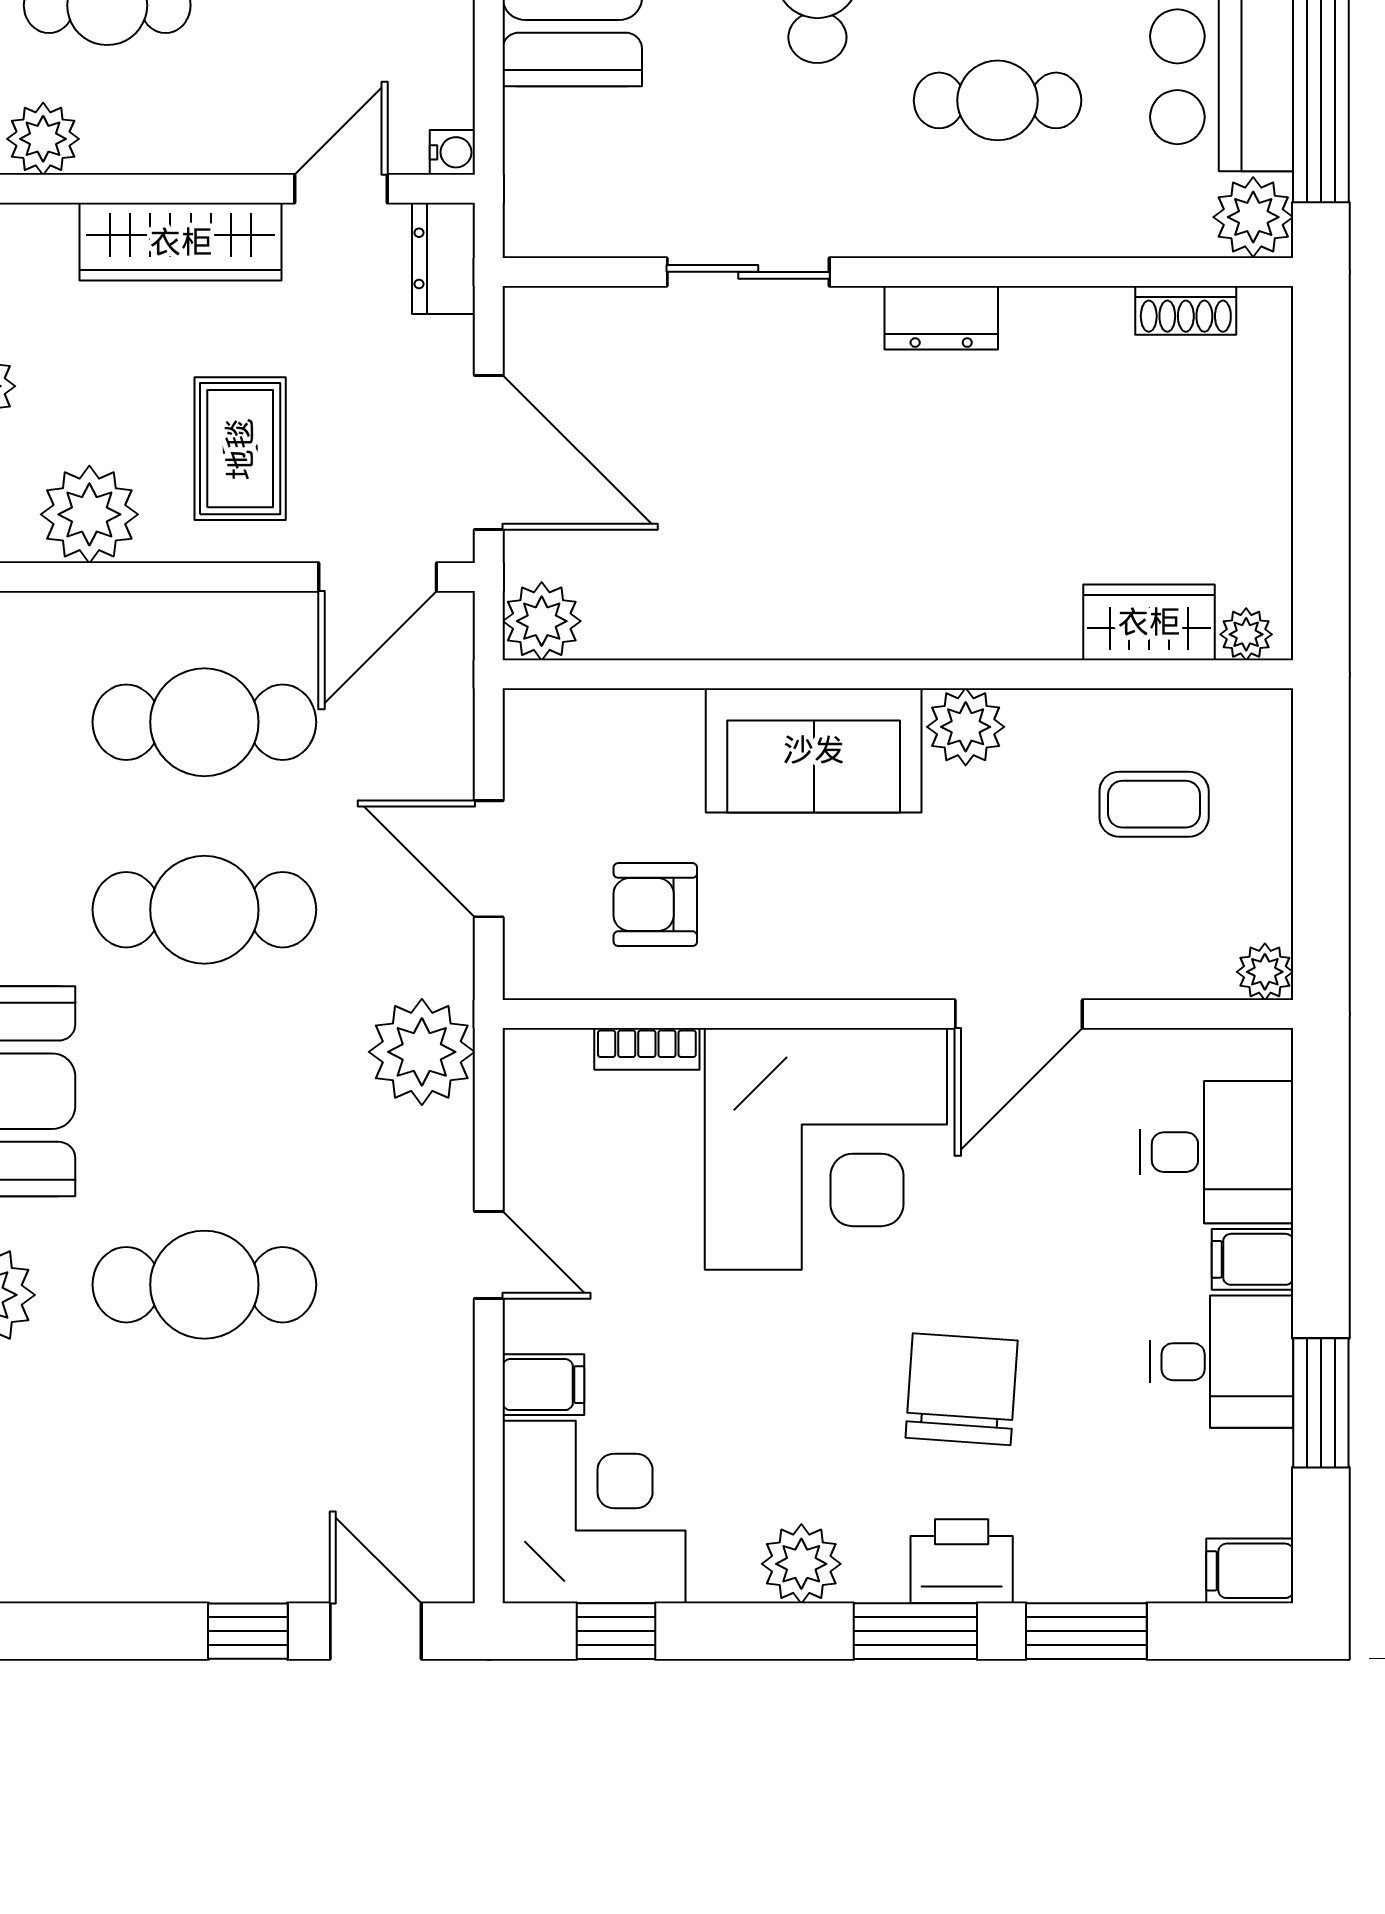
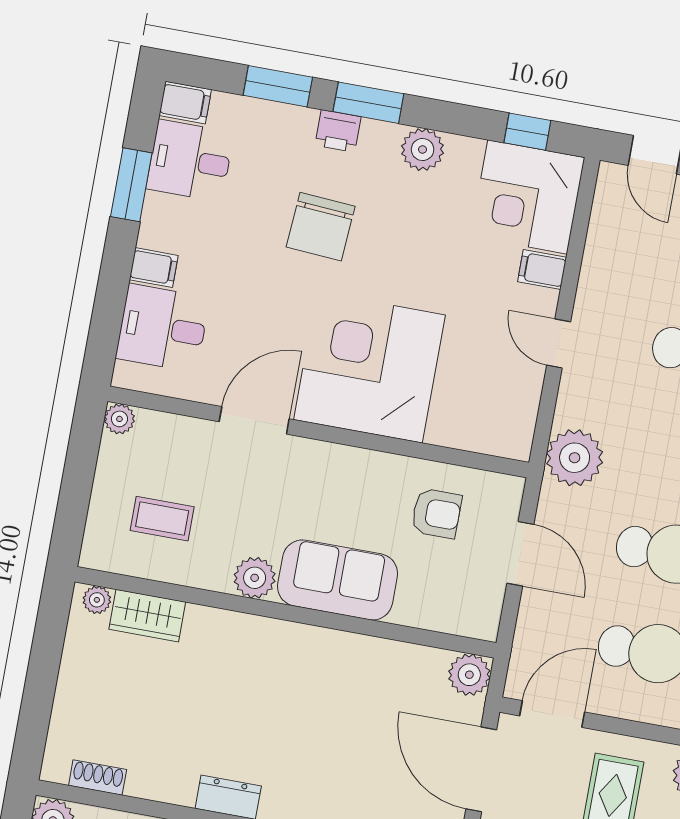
bookcase: (647, 1049) -> (455, 438), removed
desk: (1222, 1362) -> (190, 161), moved
printer: (962, 1561) -> (338, 131), width x0.73, depth x0.81

